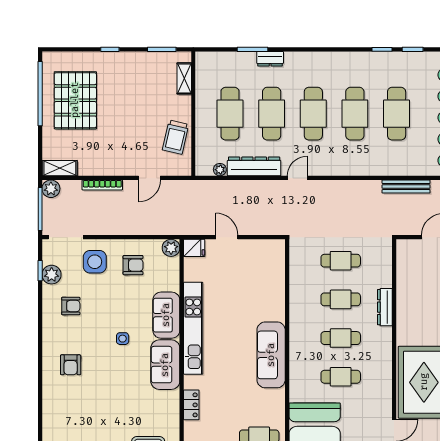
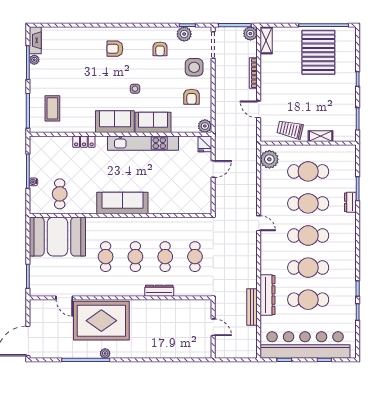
shelving: (184, 78) -> (321, 136), moved
pallet: (75, 100) -> (318, 52), turned 90
dresser: (254, 166) -> (268, 295), moved
plant: (220, 170) -> (269, 159), width x1.87, depth x1.87

